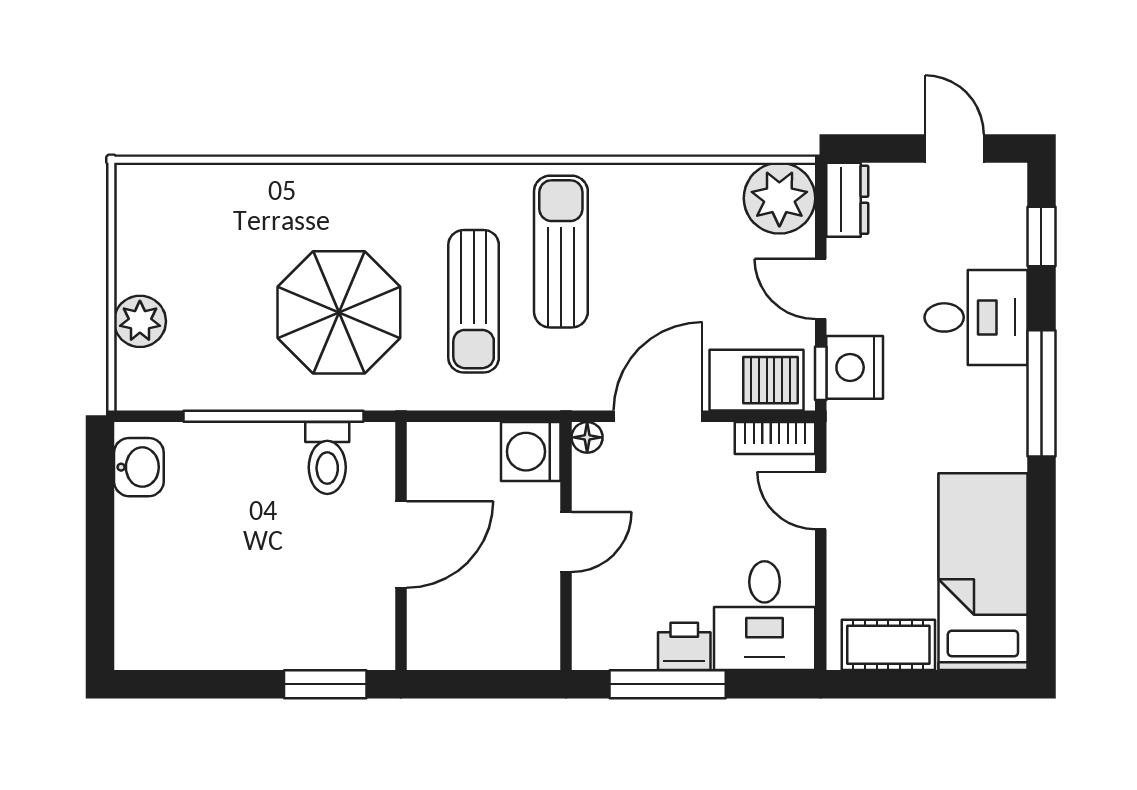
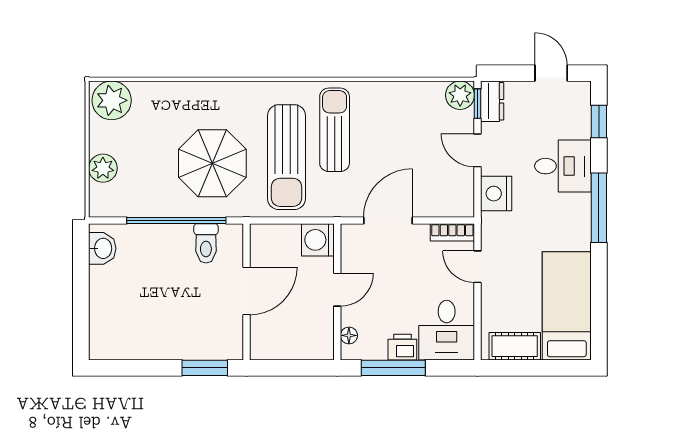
plant: (156, 198) -> (112, 100), added
plant: (779, 198) -> (460, 95), width x0.73, depth x0.73
sun lounger: (474, 301) -> (286, 157), width x1.36, depth x1.34
window: (821, 373) -> (477, 104), moved
barbecue: (756, 380) -> (442, 201), removed
floor lamp: (587, 437) -> (349, 335), moved

